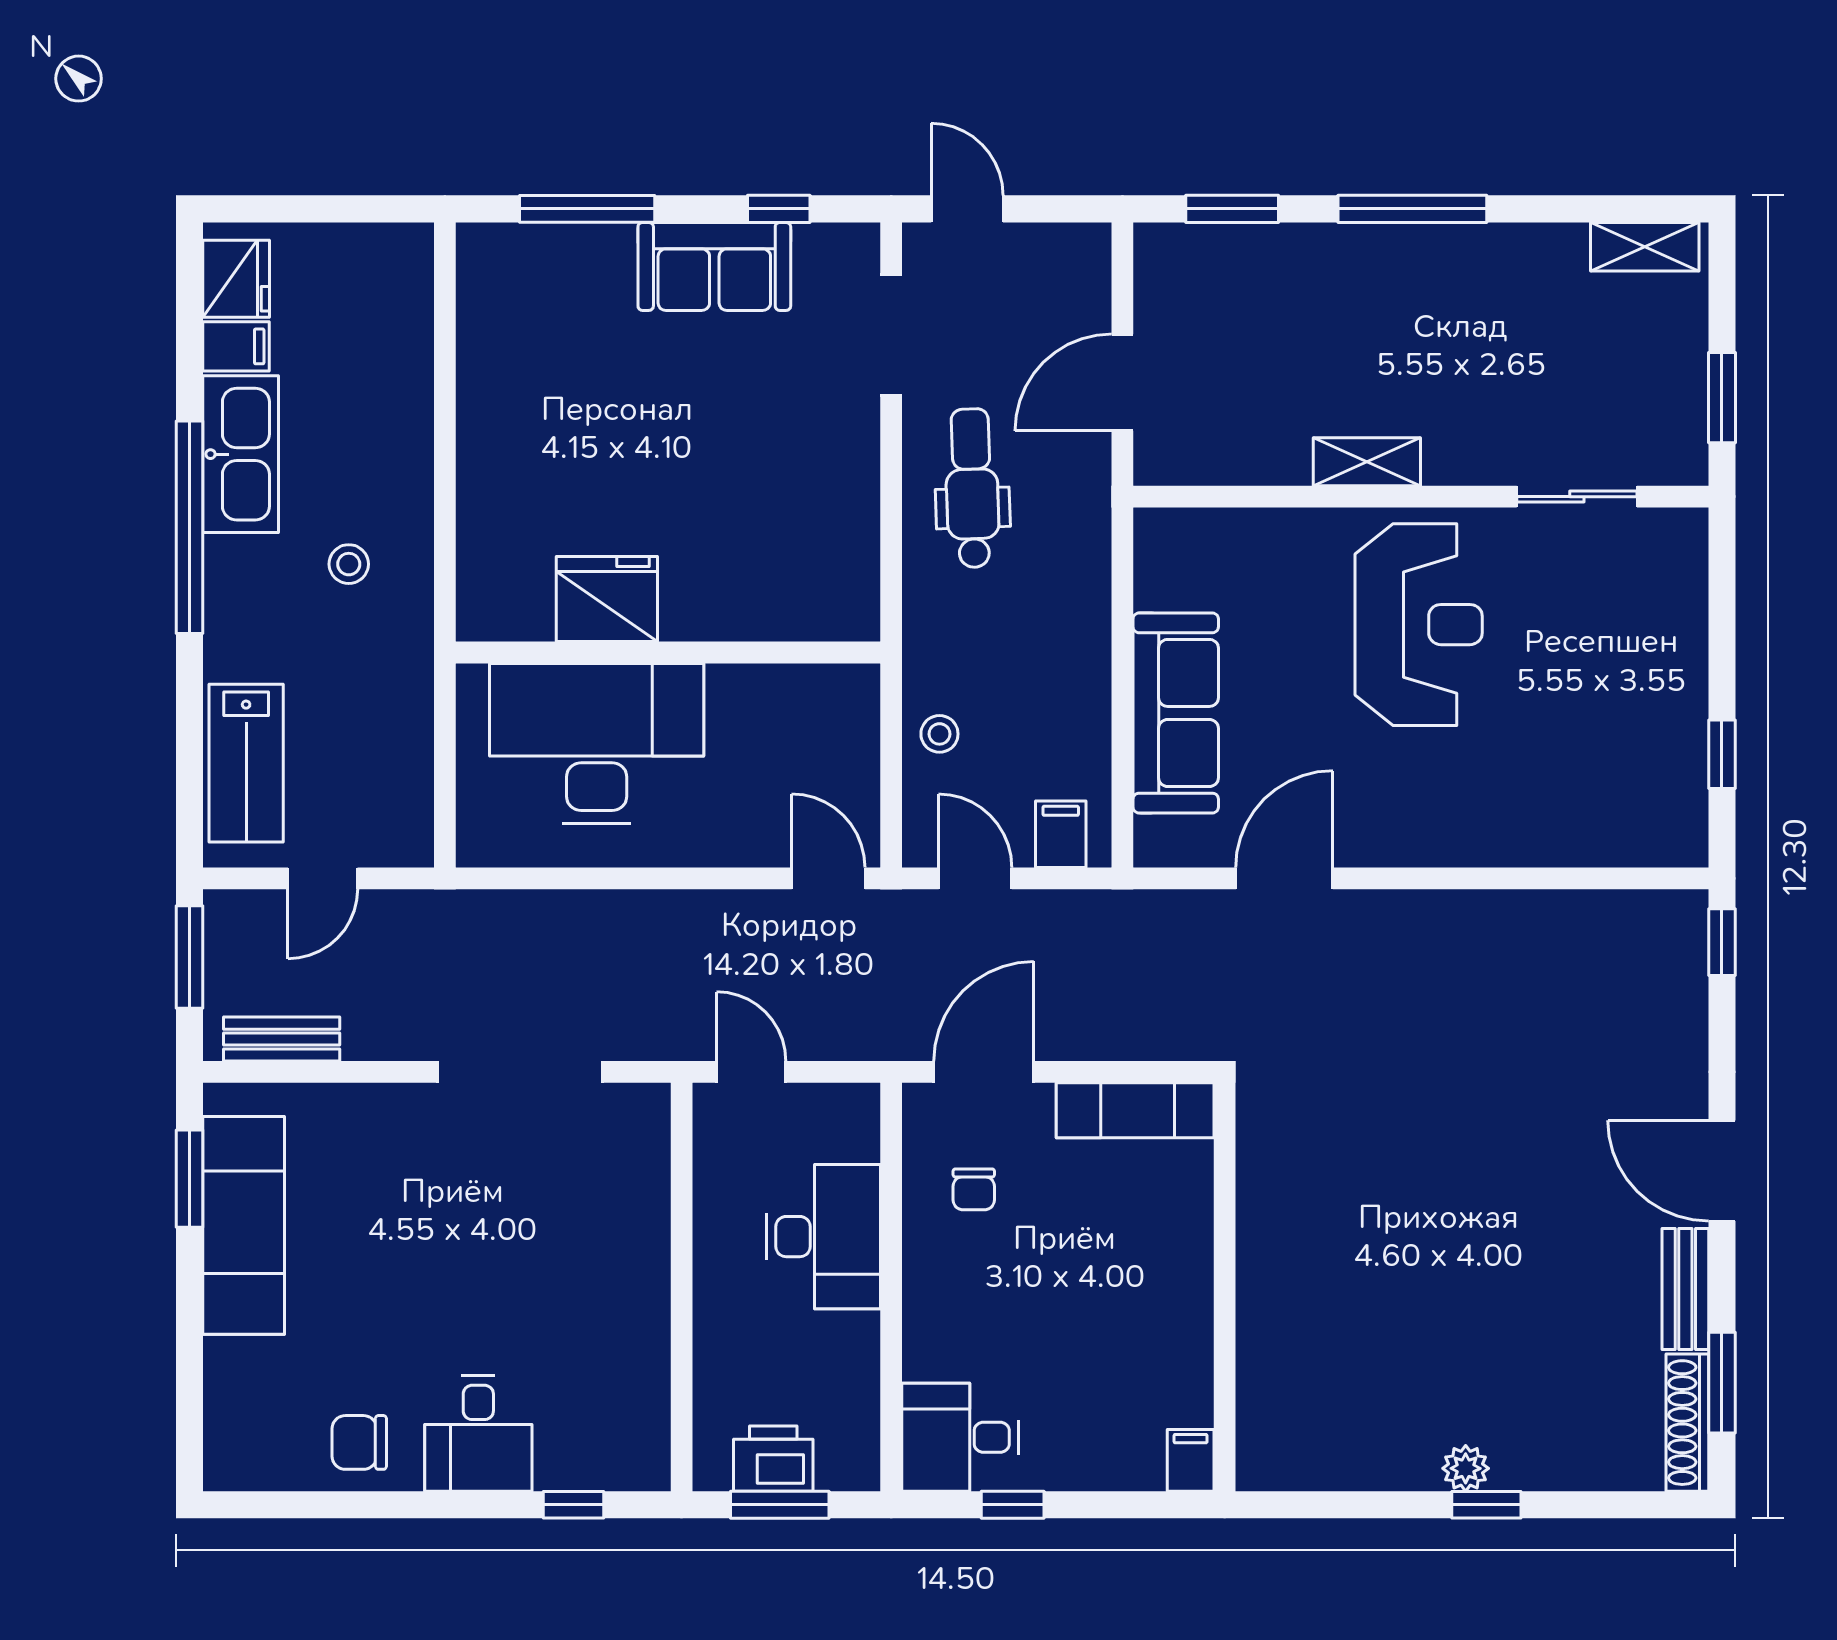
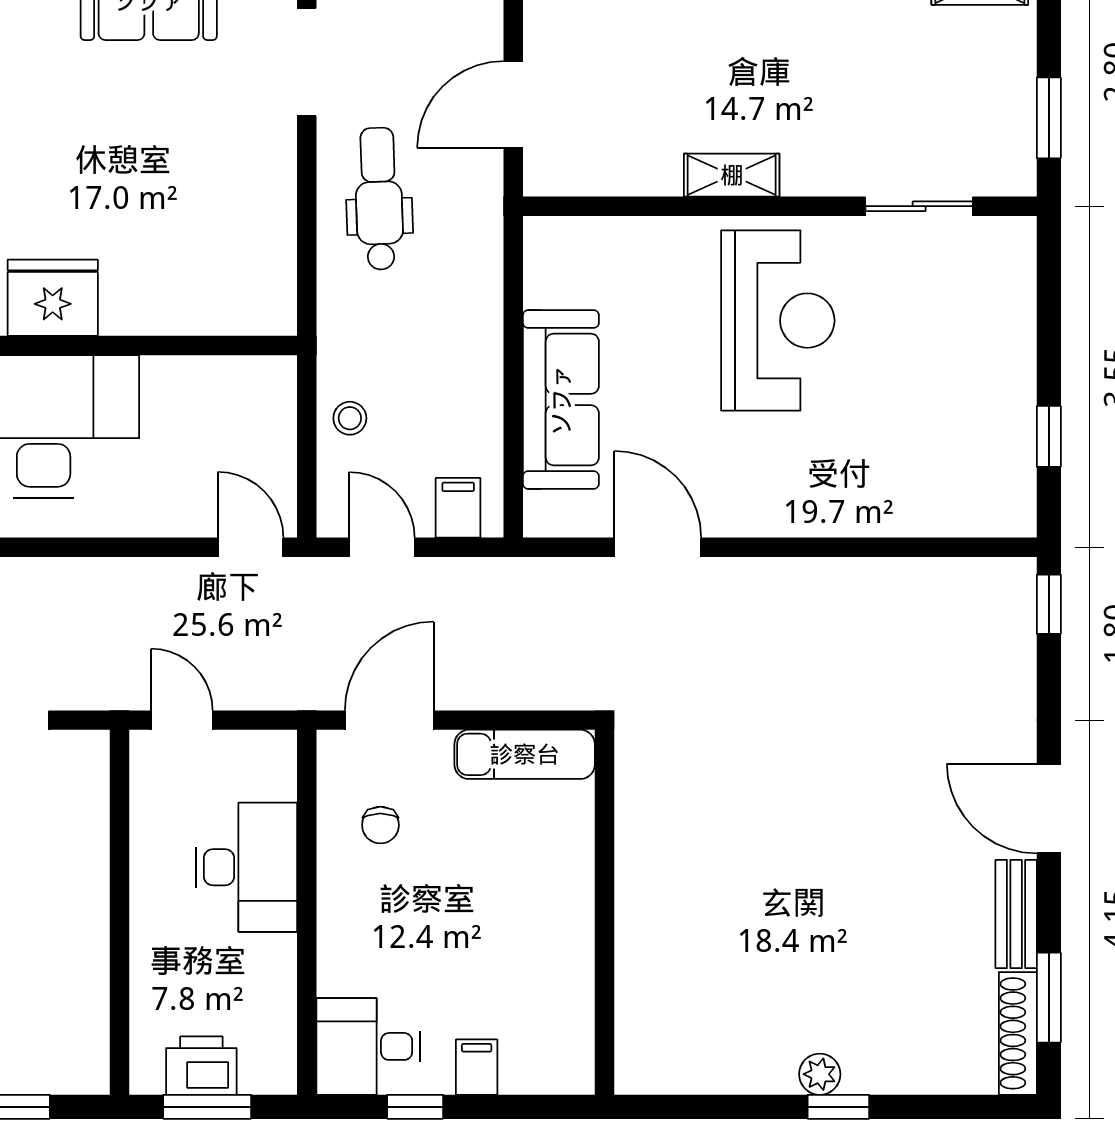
door: (1284, 878) -> (658, 547), hinge flipped
filing cabinet: (1191, 1460) -> (477, 1067), moved

